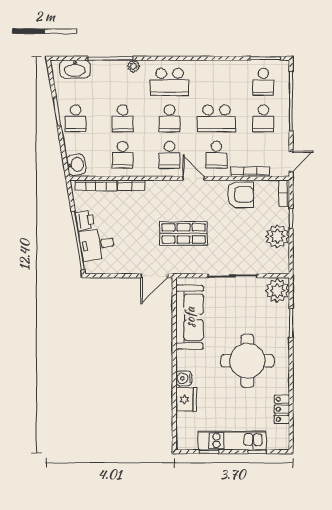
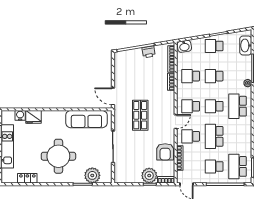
school desk: (263, 82) -> (238, 166), width x1.85
plant: (277, 236) -> (149, 176), moved
desk: (97, 244) -> (133, 60), removed
plant: (277, 291) -> (92, 175), moved
water cooler: (184, 378) -> (20, 115), moved

